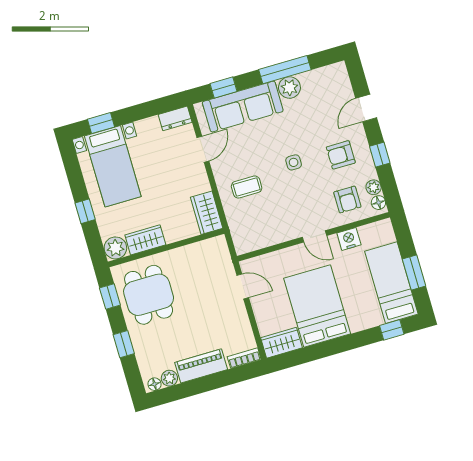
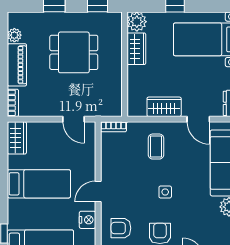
wardrobe: (207, 213) -> (164, 107), moved
bookcase: (238, 240) -> (113, 127), added
door: (243, 286) -> (74, 119), hinge flipped
dining table: (149, 295) -> (74, 52), moved
bed: (317, 306) -> (39, 184), width x0.67
floor lamp: (155, 384) -> (13, 21), removed

